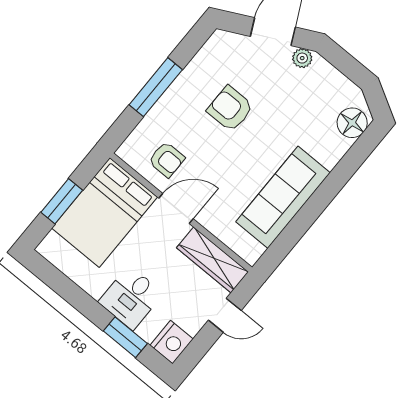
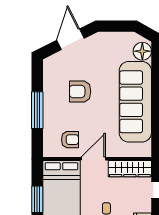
plant: (302, 58) -> (94, 40), removed
sofa: (283, 197) -> (135, 102), width x1.36, depth x1.27

